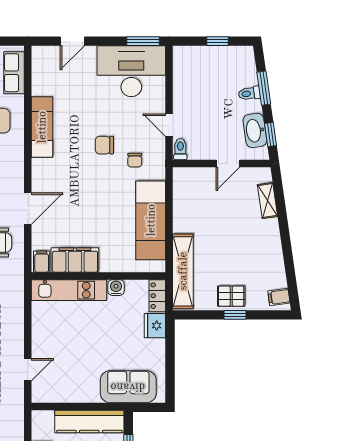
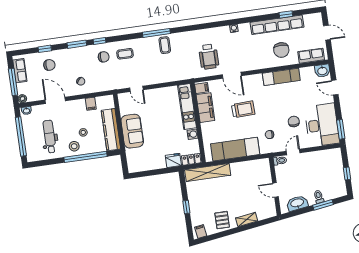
washbasin: (41, 58) -> (322, 71), added
window: (270, 135) -> (296, 213), removed
chair: (104, 145) -> (294, 121), moved
trolley: (87, 198) -> (243, 109), added
shelving: (267, 201) -> (247, 220), moved
pallet: (231, 296) -> (222, 220), moved
sofa: (128, 387) -> (132, 131), moved

